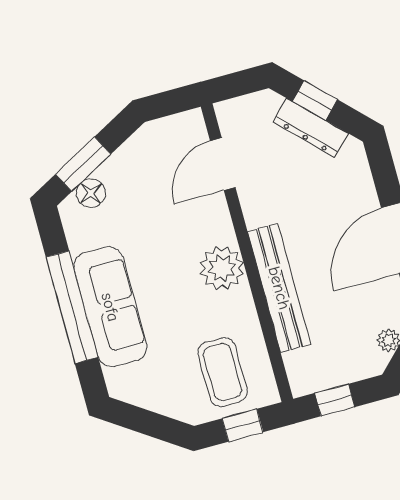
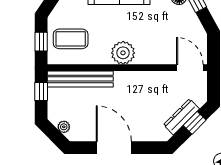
door: (223, 164) -> (190, 68), moved
bench: (279, 288) -> (80, 79), moved

